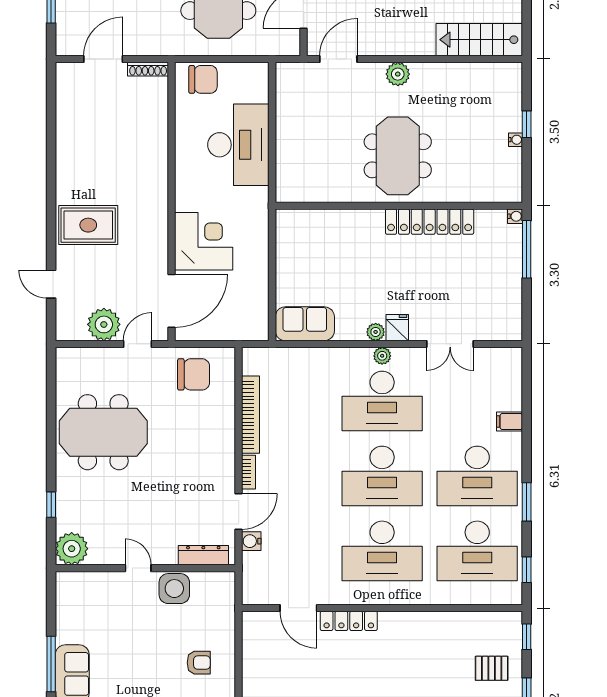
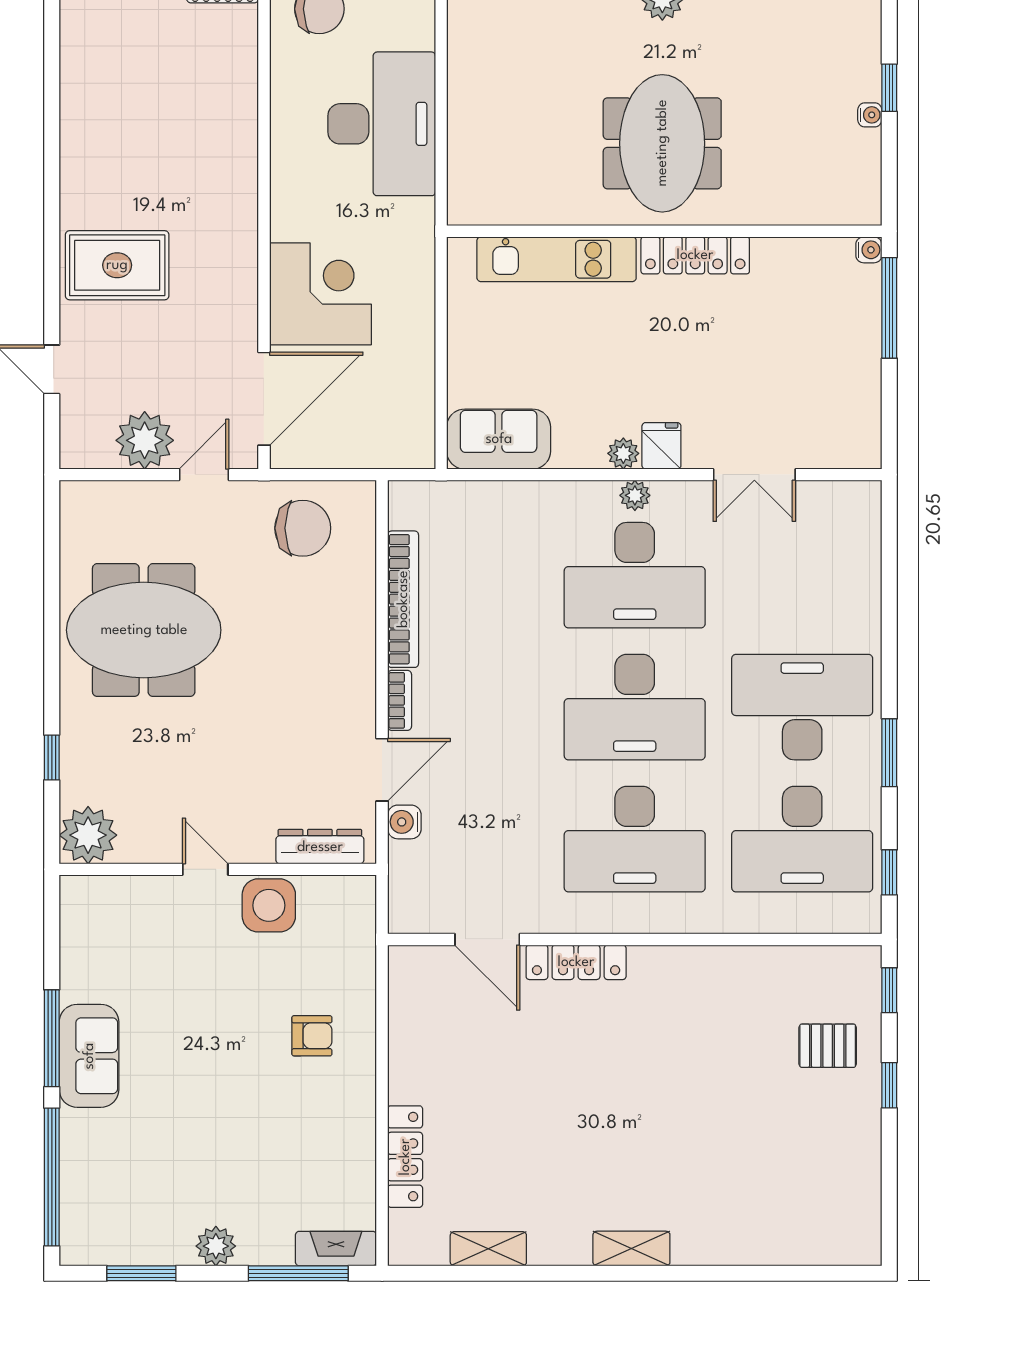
kitchen unit: (338, 222) -> (557, 259), added
locker: (430, 222) -> (695, 255), width x0.71, depth x0.83
filing cabinet: (509, 422) -> (859, 611), removed
desk: (477, 476) -> (802, 707), turned 180

